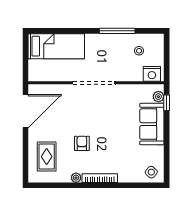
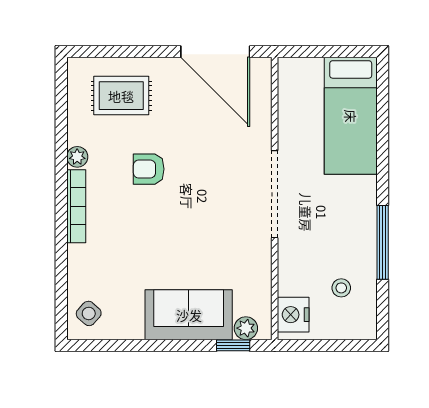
armchair: (82, 143) -> (149, 169), turned 180

